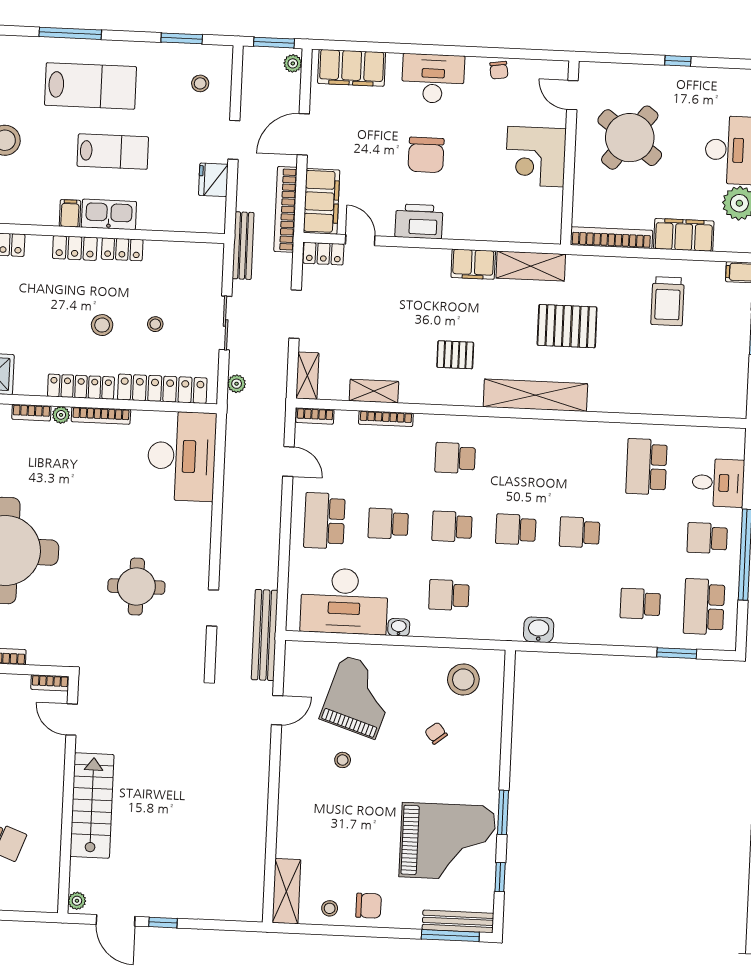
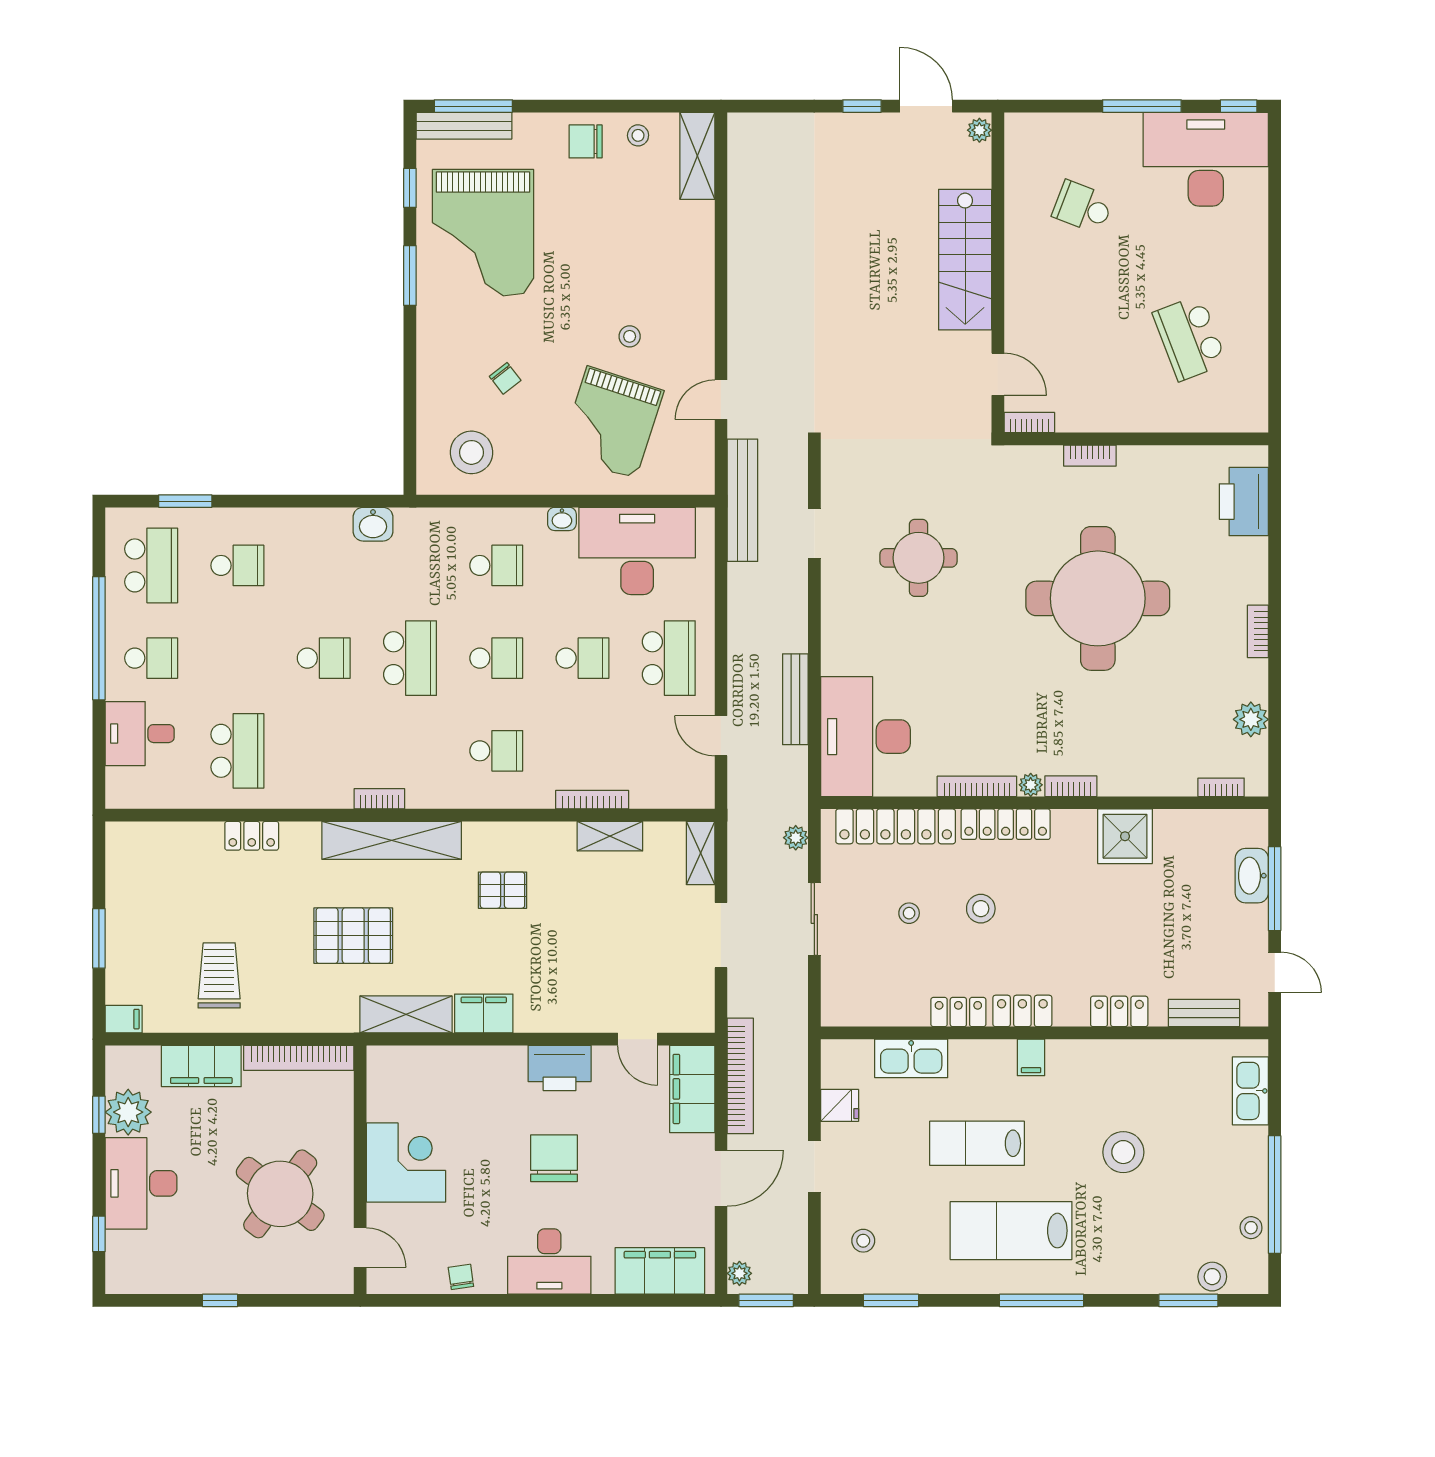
fridge: (213, 180) -> (840, 1105), width x0.72
kitchen sink: (109, 214) -> (911, 1058), moved
bench: (243, 246) -> (795, 699), moved
locker: (324, 254) -> (252, 836), moved, turned 180
bookcase: (315, 416) -> (379, 799), moved
school desk: (516, 529) -> (410, 658), width x1.85
grand piano: (447, 842) -> (483, 233), turned -90

